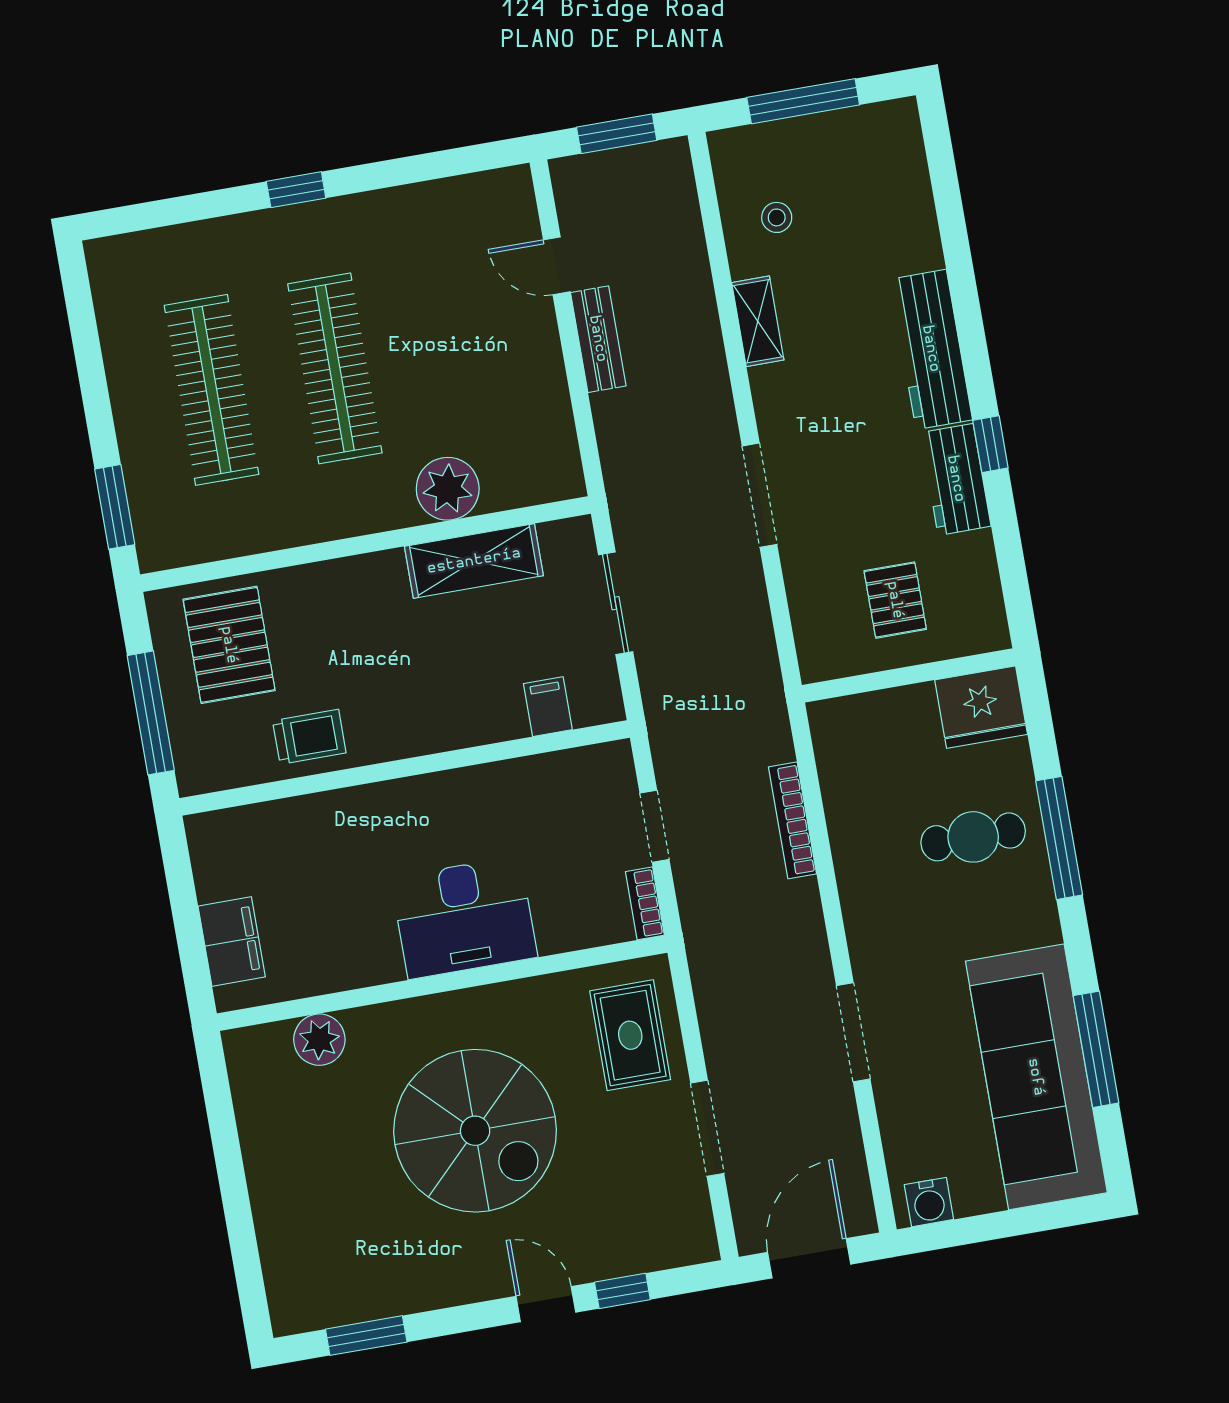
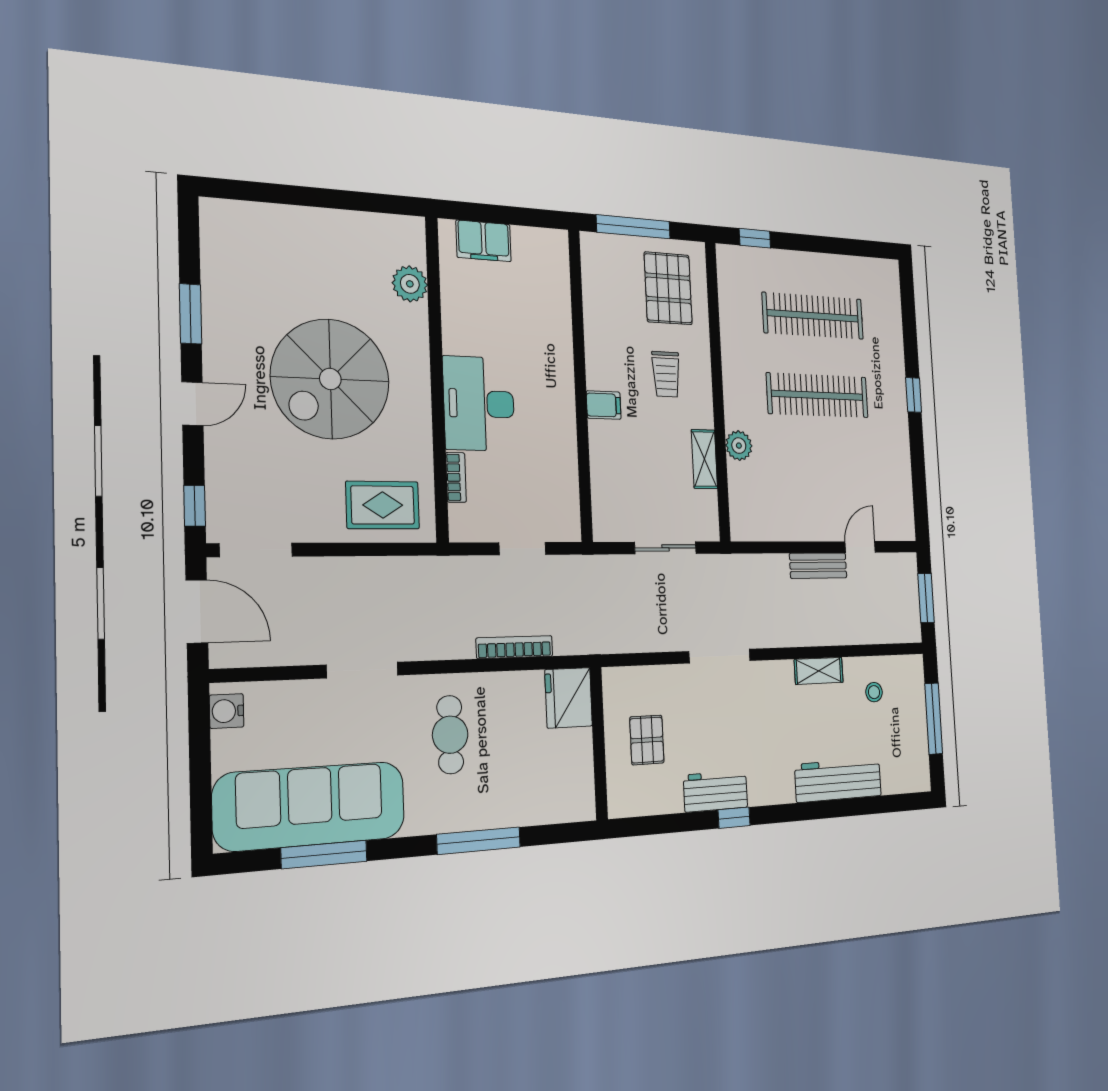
workbench: (931, 349) -> (838, 780), moved
plant: (448, 489) -> (739, 446), width x0.73, depth x0.73
window: (115, 507) -> (755, 238), width x0.67
shelving: (474, 561) -> (704, 459), width x0.67, depth x0.75
pallet: (895, 600) -> (647, 740), turned 90
pallet: (229, 645) -> (668, 288), turned 90
filing cabinet: (548, 707) -> (604, 405), moved
fridge: (981, 707) -> (569, 698), moved
trolley: (309, 737) -> (666, 374), moved
cafe table: (973, 837) -> (450, 735), moved
bookcase: (645, 903) -> (456, 477), moved, turned 90
doorway: (707, 1128) -> (256, 550), moved
window: (622, 1291) -> (195, 506), moved
window: (366, 1336) -> (190, 314), moved

